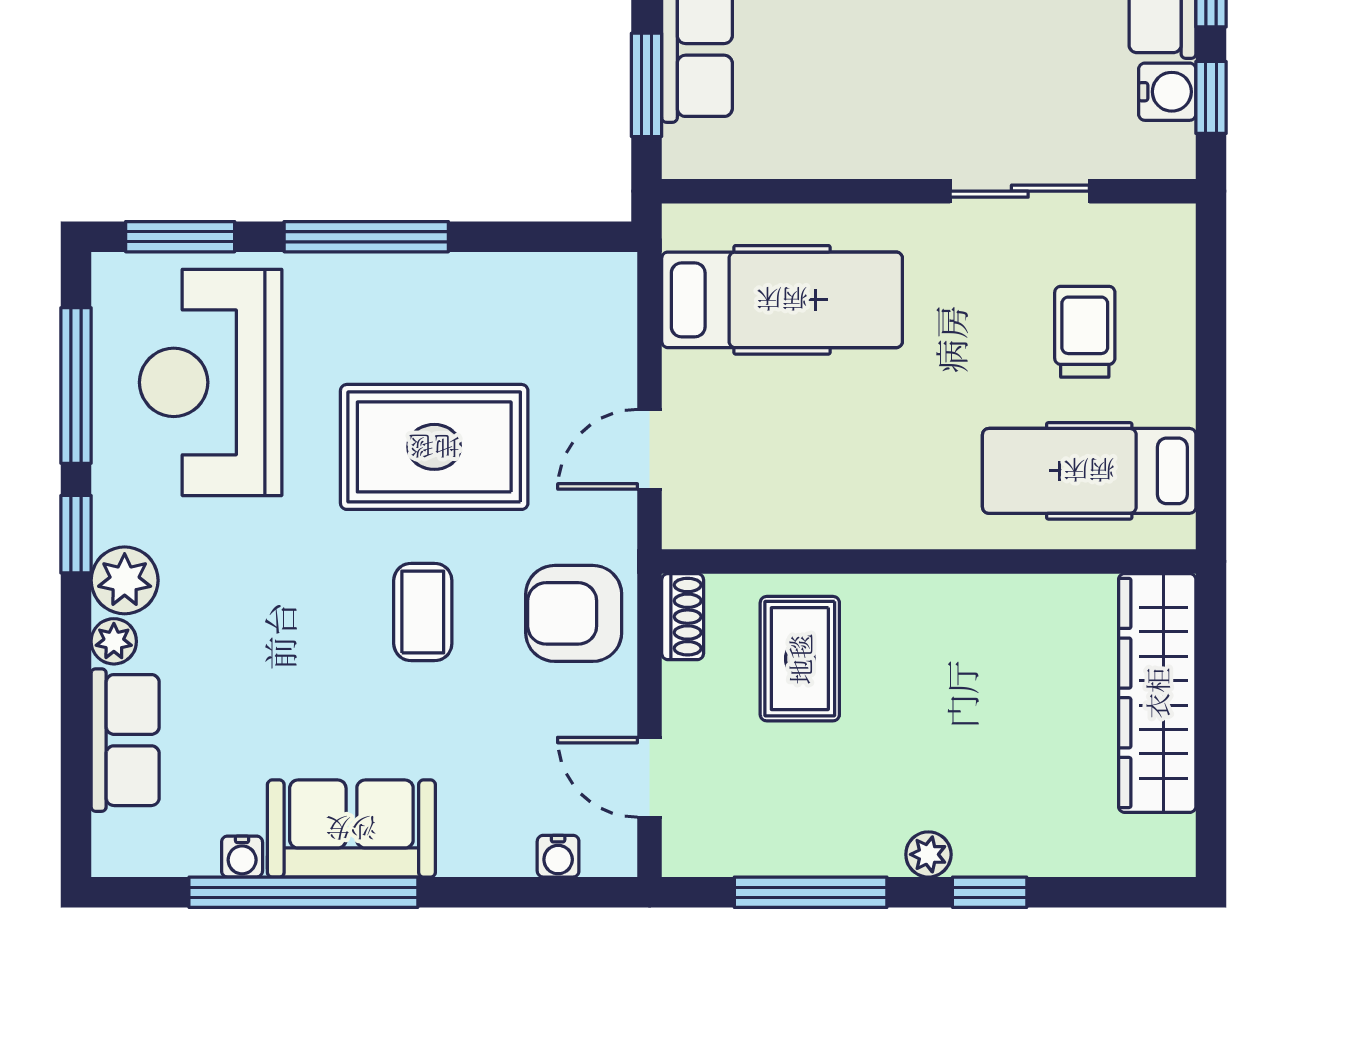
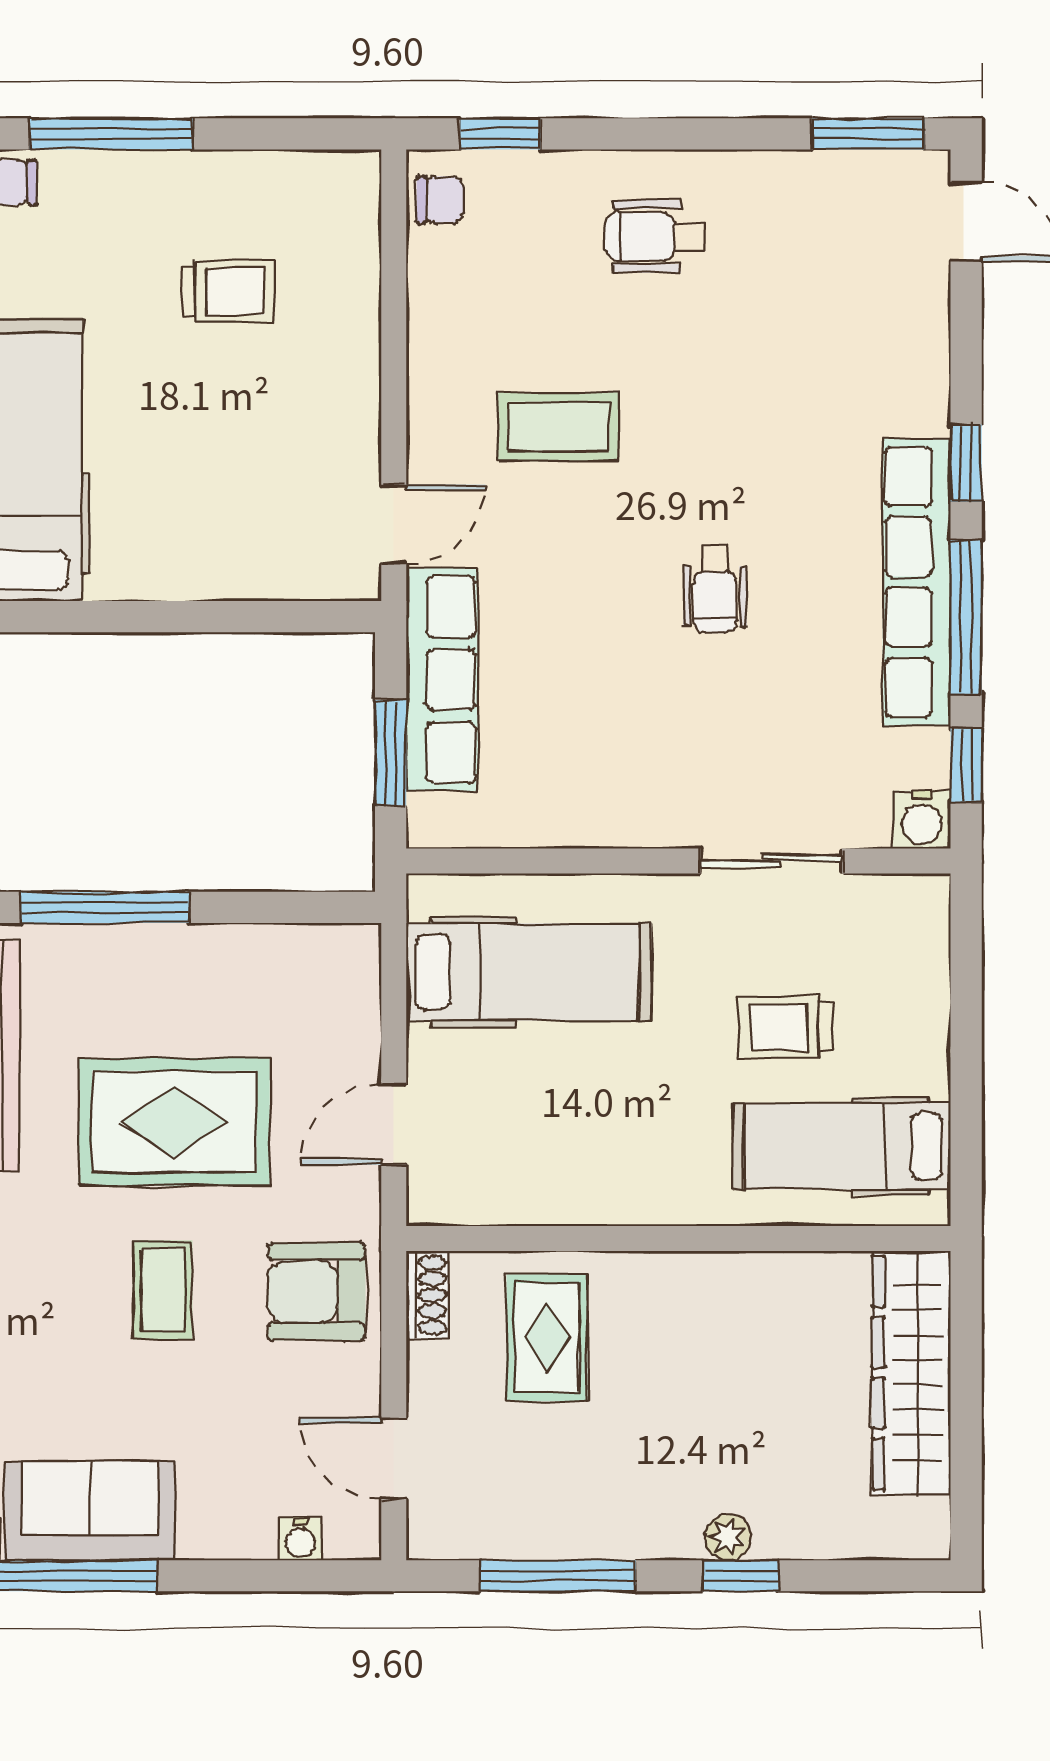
water cooler: (1167, 92) -> (922, 820), moved, turned 90
trolley: (1085, 332) -> (785, 1028), moved, turned -90
plant: (928, 854) -> (728, 1537), moved

